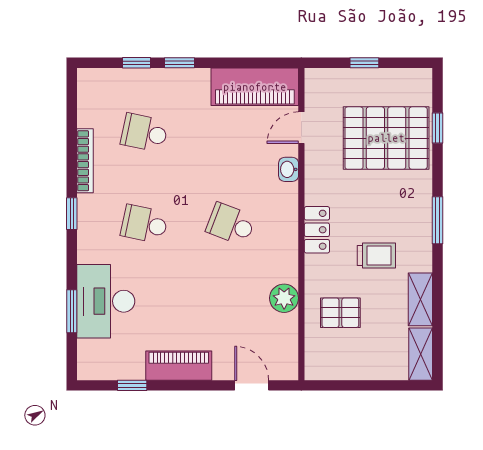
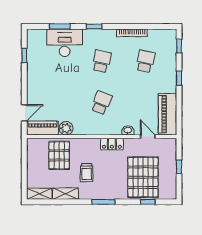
window: (136, 63) -> (179, 46), moved
window: (72, 214) -> (94, 26), moved
locker: (317, 230) -> (112, 144), moved
pallet: (340, 313) -> (59, 155), width x1.50, depth x1.42
piano: (179, 366) -> (42, 128), moved, turned -90

